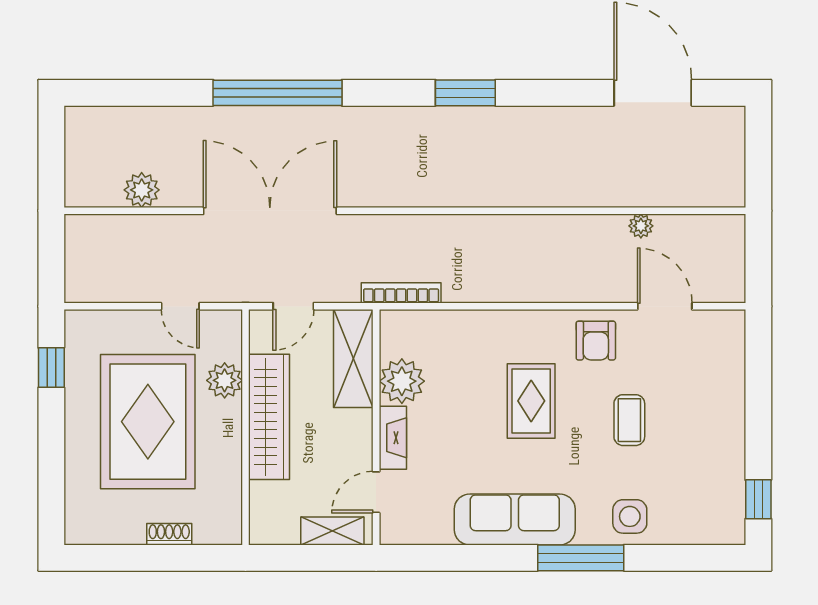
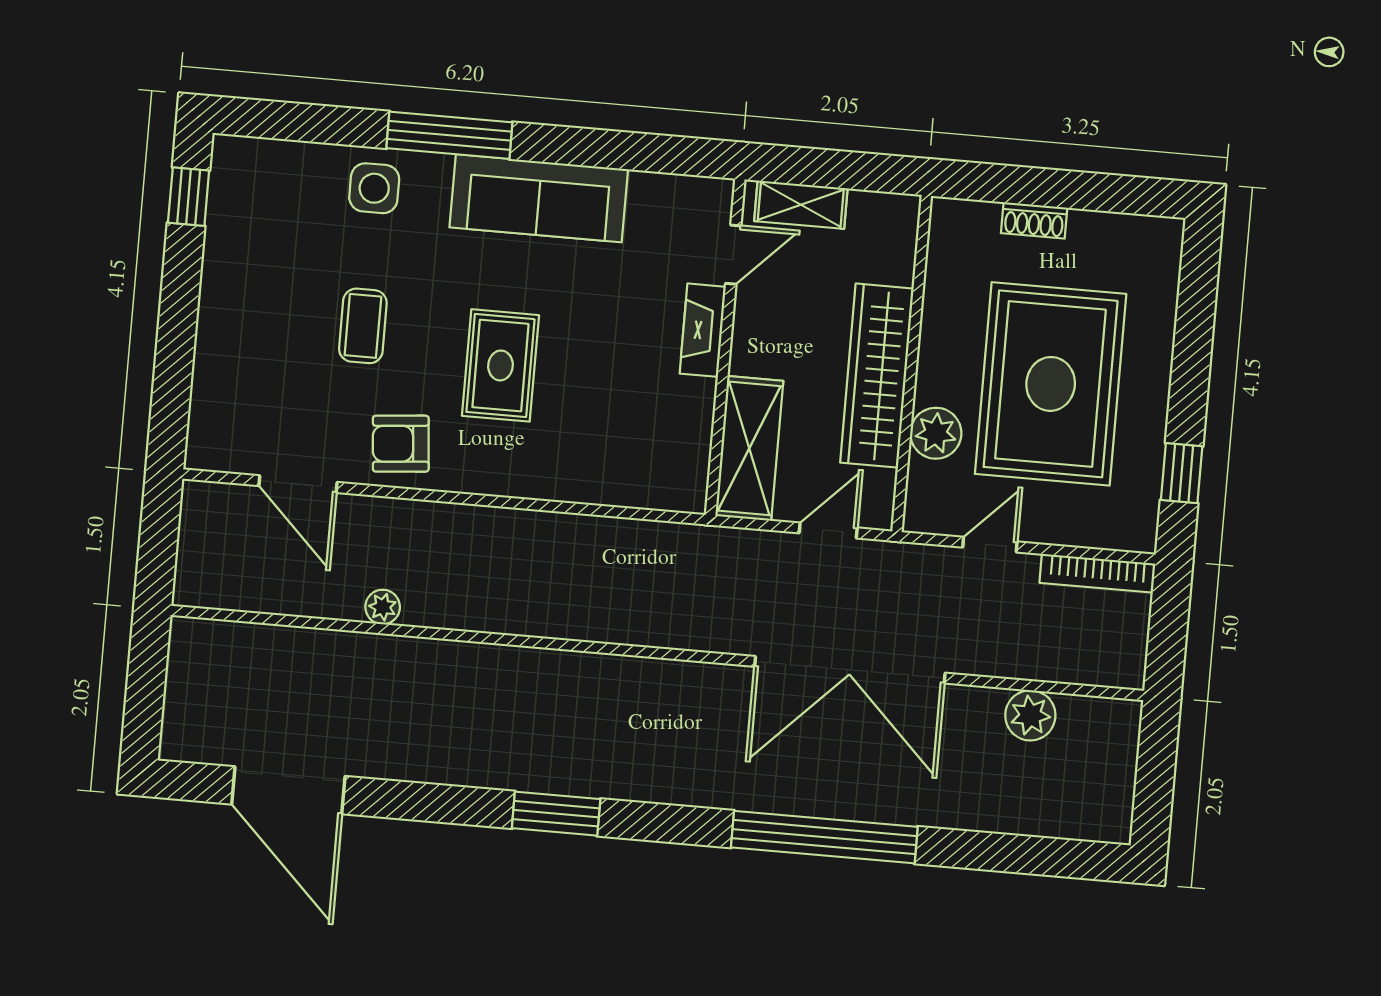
plant: (641, 226) -> (383, 607), moved
bookcase: (401, 293) -> (1097, 573), moved
door: (180, 306) -> (990, 545), hinge flipped
armchair: (596, 341) -> (401, 444), turned -95
plant: (402, 381) -> (683, 410), removed

